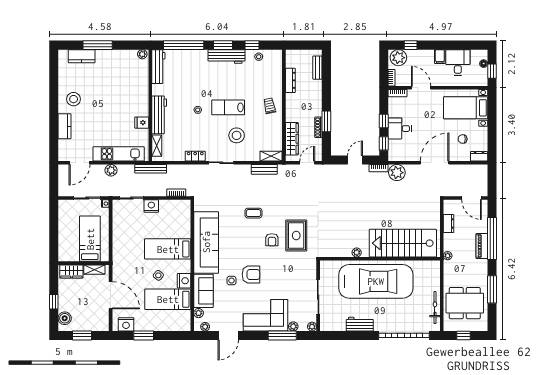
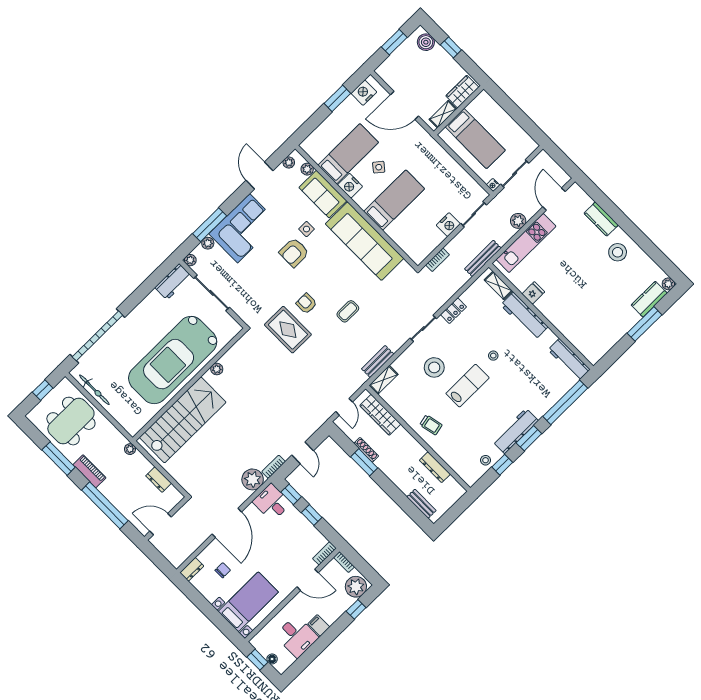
plant: (142, 54) -> (668, 284), moved
desk: (400, 129) -> (272, 502), moved, turned -90
piano: (482, 246) -> (89, 471), moved
workbench: (360, 324) -> (173, 282), moved

